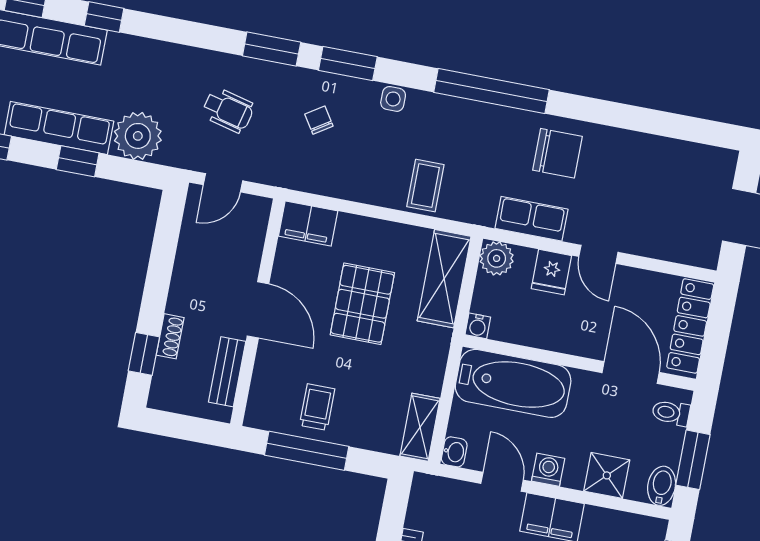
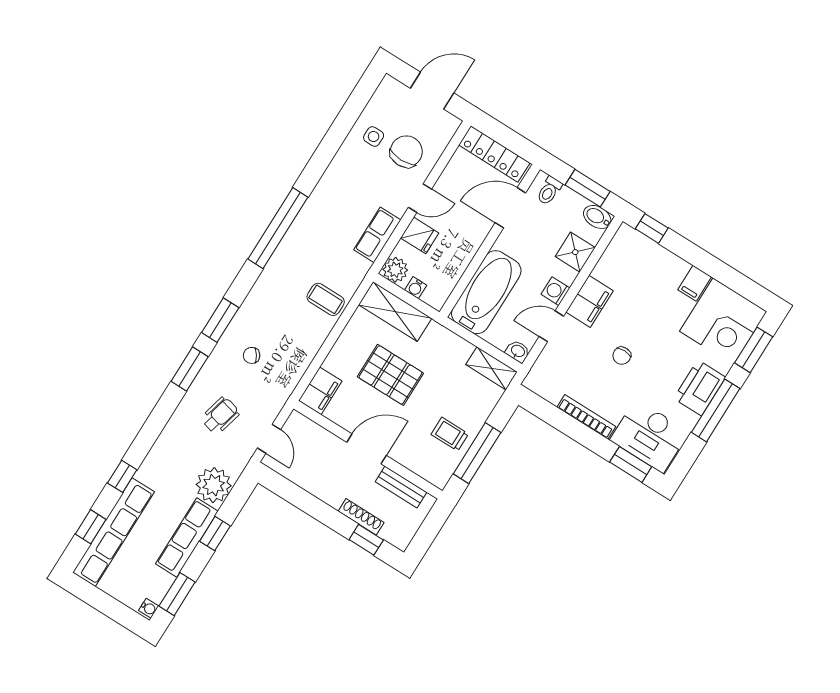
side table: (393, 99) -> (374, 137), moved
chair: (557, 153) -> (406, 152), moved
water cooler: (478, 326) -> (416, 288), moved, turned 90
shoe rack: (170, 336) -> (361, 517), width x1.43

